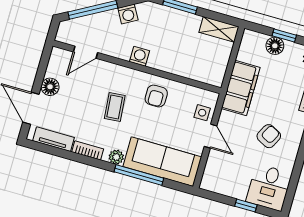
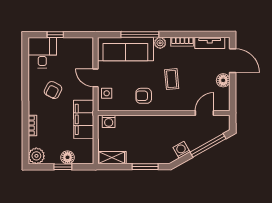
washing machine: (139, 56) -> (109, 121), moved
armchair: (156, 96) -> (144, 96), turned -90

